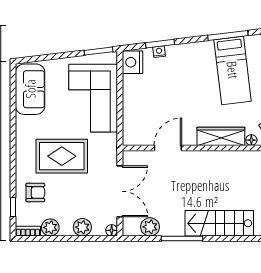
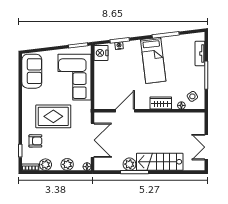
bed: (233, 70) -> (153, 60), moved
wardrobe: (221, 136) -> (161, 103), width x0.67
plant: (150, 227) -> (129, 164), moved

